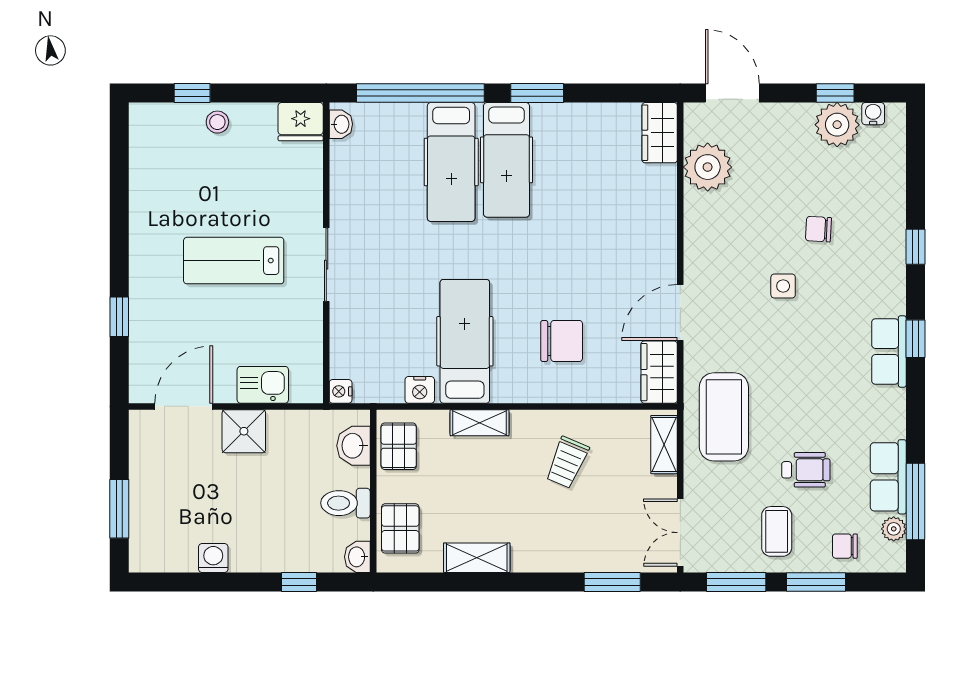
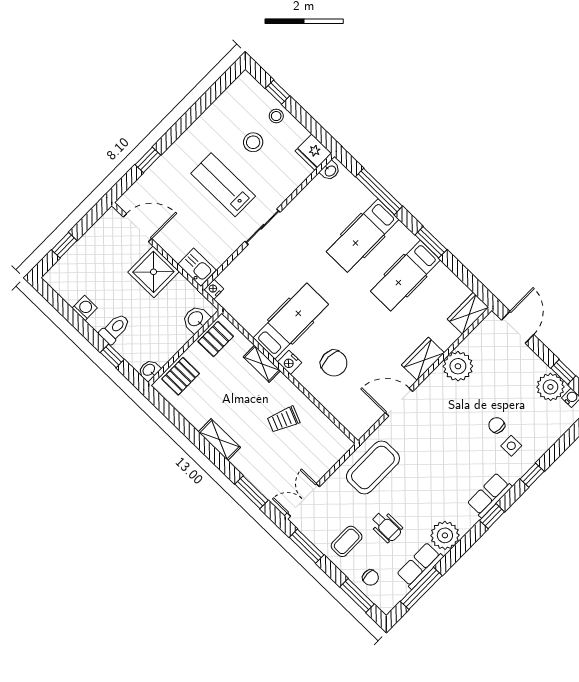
window: (420, 93) -> (379, 191), width x0.68
hospital bed: (507, 160) -> (405, 276), moved
plant: (708, 167) -> (458, 366), moved
stool: (220, 178) -> (253, 142), added
side table: (783, 286) -> (511, 446), moved
row of seats: (889, 352) -> (490, 495), moved
wardrobe: (659, 372) -> (423, 359), moved
kitchen sink: (263, 385) -> (197, 267), moved
nightstand: (420, 390) -> (290, 362), moved
shower: (244, 431) -> (153, 272), width x1.36, depth x1.36
shelving: (664, 445) -> (334, 454), removed
toilet: (345, 503) -> (115, 329), moved, turned 90
window: (119, 509) -> (64, 245), width x0.67
plant: (894, 529) -> (445, 535), moved, width x1.88, depth x1.88
chair: (845, 546) -> (370, 578), turned 180
shelving: (477, 558) -> (219, 440), moved
window: (816, 582) -> (357, 596), moved

